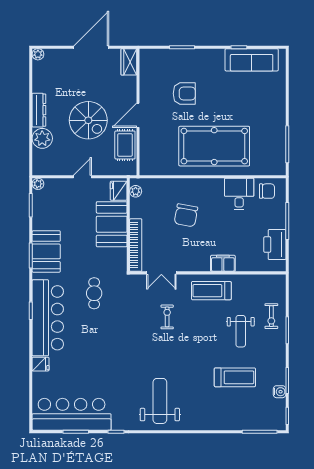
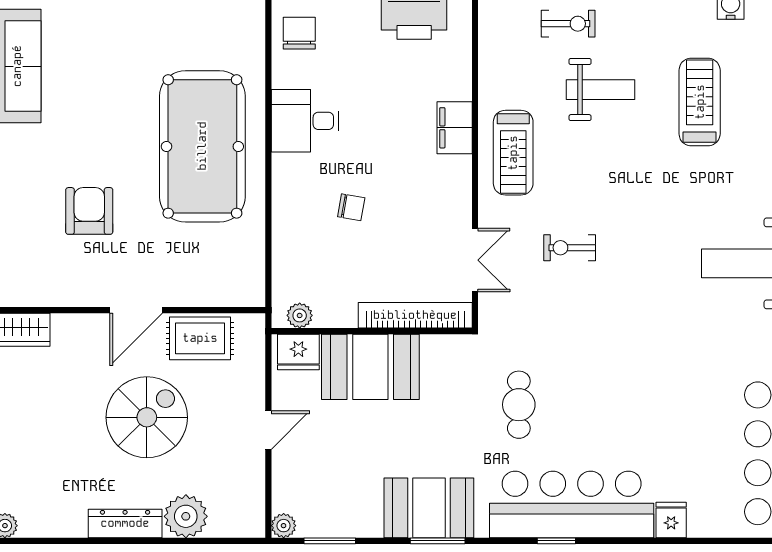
door: (138, 115) -> (136, 310), hinge flipped
door: (82, 177) -> (268, 430), swing flipped
desk: (239, 194) -> (305, 121), moved
chair: (186, 215) -> (351, 207), width x0.54, depth x0.54
cafe table: (94, 293) -> (519, 405), turned 90

